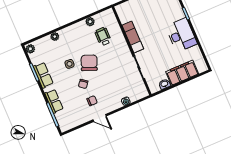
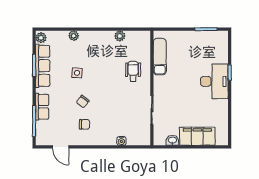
desk: (181, 35) -> (214, 81), moved
wheelchair: (103, 36) -> (133, 71), moved
exam couch: (133, 37) -> (160, 57), moved
chair: (89, 63) -> (99, 81), removed
row of seats: (43, 75) -> (43, 66), width x1.48
door: (100, 118) -> (61, 147), moved

